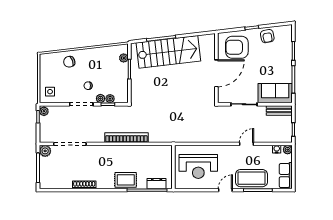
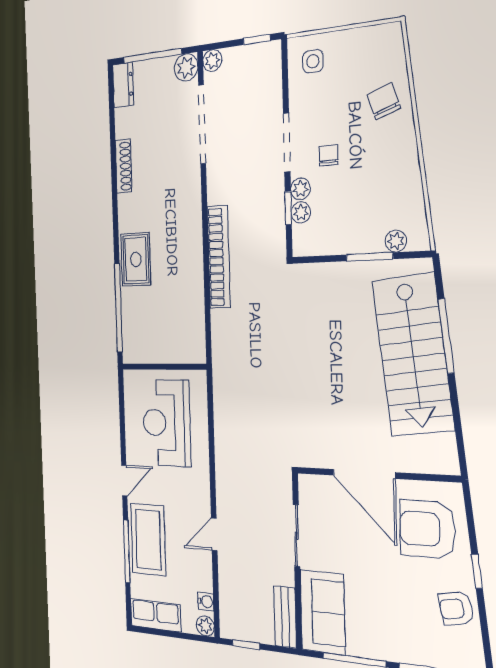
armchair: (237, 47) -> (427, 529), turned -90
plant: (44, 111) -> (212, 61), moved
door: (246, 144) -> (214, 534), swing flipped
dresser: (157, 184) -> (123, 85), moved
door: (225, 190) -> (124, 481), hinge flipped

